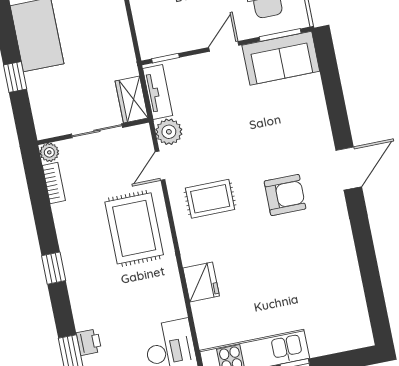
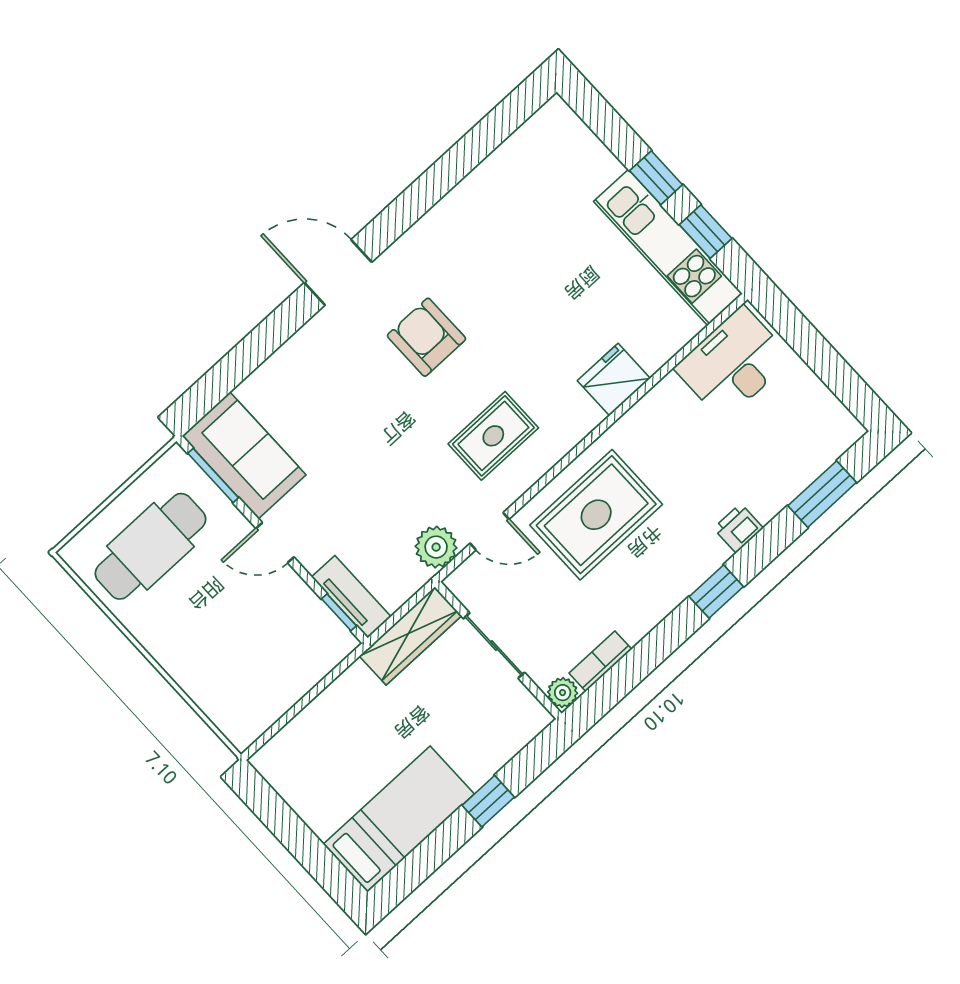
tv unit: (158, 92) -> (351, 597), moved, turned 90
wardrobe: (132, 100) -> (410, 636), width x1.50
rug: (210, 199) -> (493, 436), turned 90
printer: (89, 342) -> (738, 528), moved

